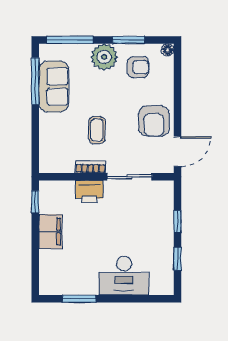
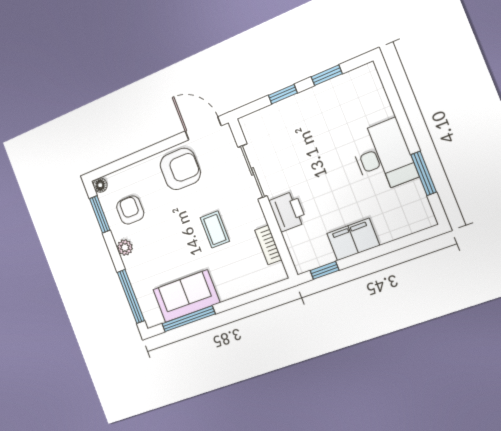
window: (129, 40) -> (100, 214), moved
plant: (104, 57) -> (125, 247), width x0.53, depth x0.53
coffee table: (97, 130) -> (215, 229), turned 90
bookcase: (90, 167) -> (268, 245), moved
desk: (124, 276) -> (383, 156), moved

